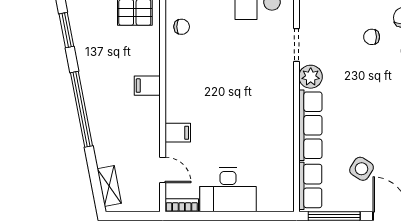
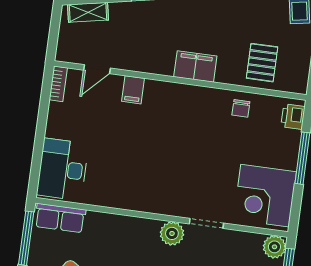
filing cabinet: (147, 86) -> (195, 67), width x2.00
row of seats: (310, 125) -> (122, 227), removed
desk: (228, 190) -> (63, 169), moved

